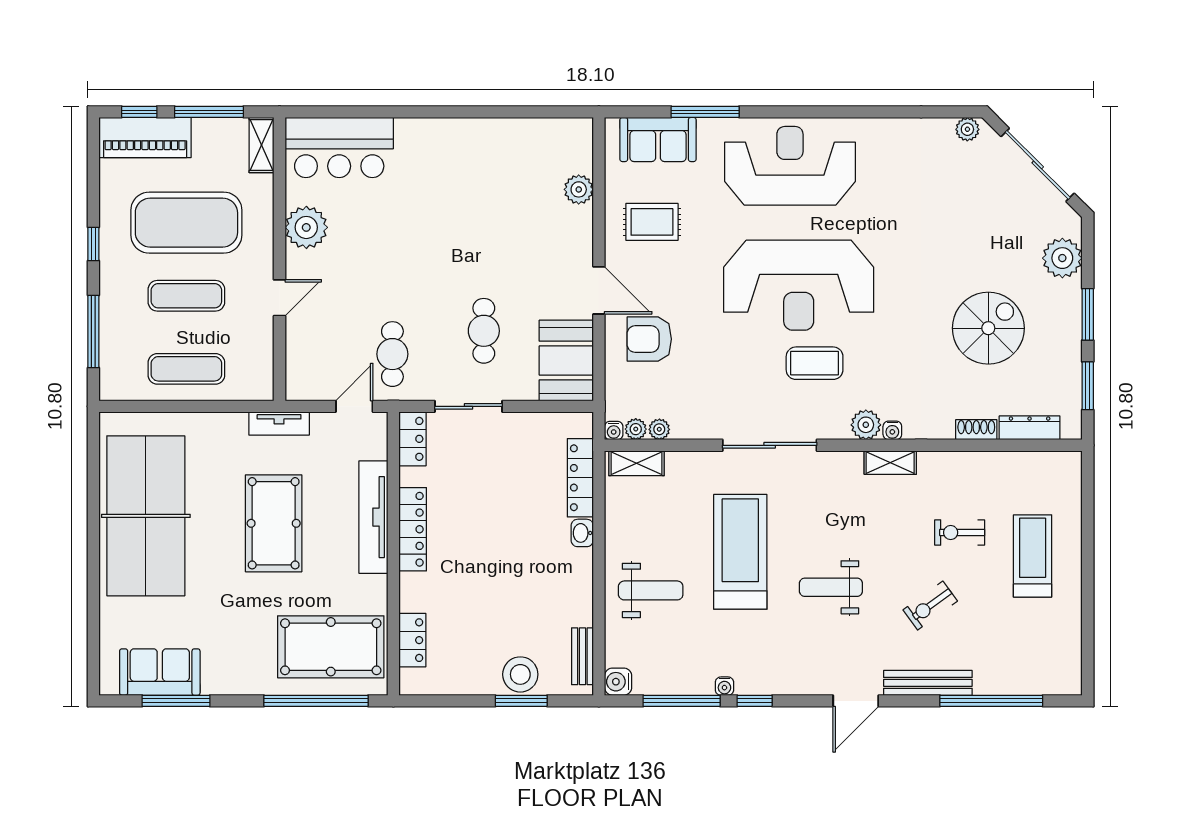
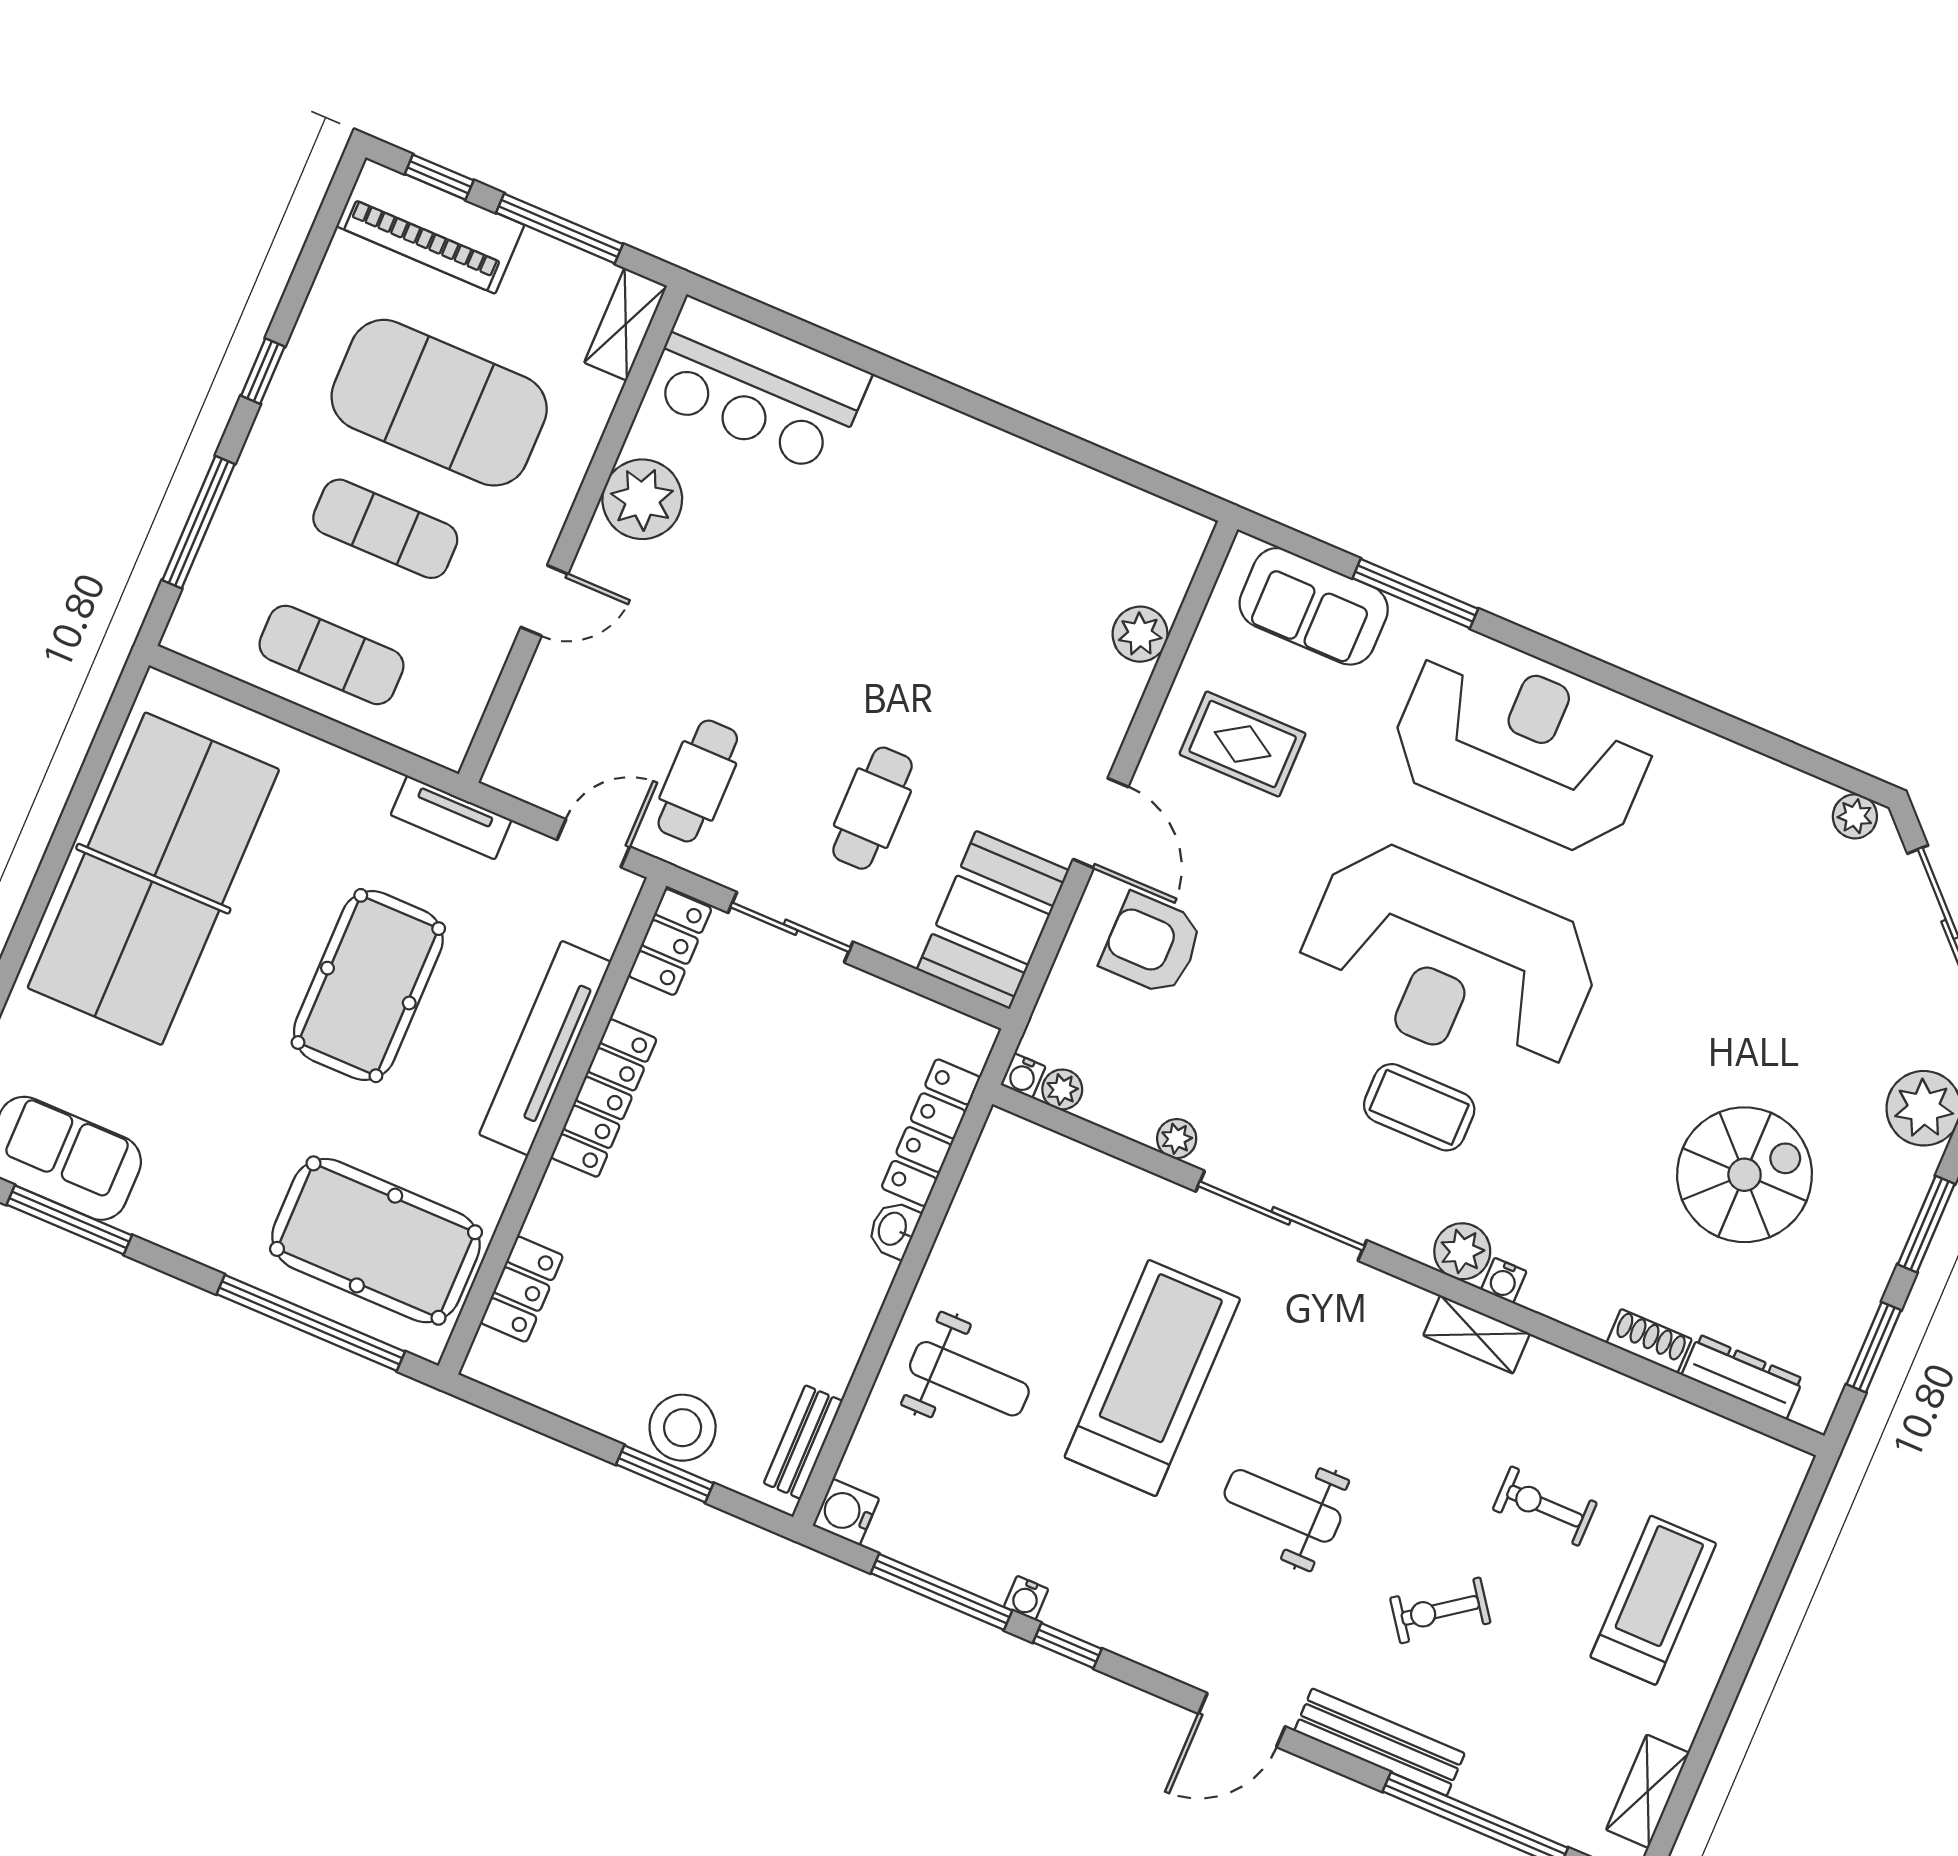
plant: (659, 429) -> (1177, 1139), moved
shelving: (636, 463) -> (1648, 1791), moved, turned 90

